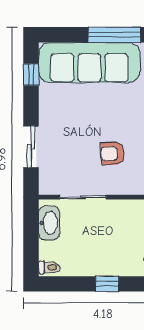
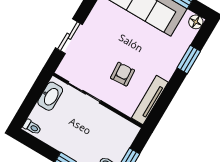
armchair: (112, 153) -> (123, 74), turned 89

